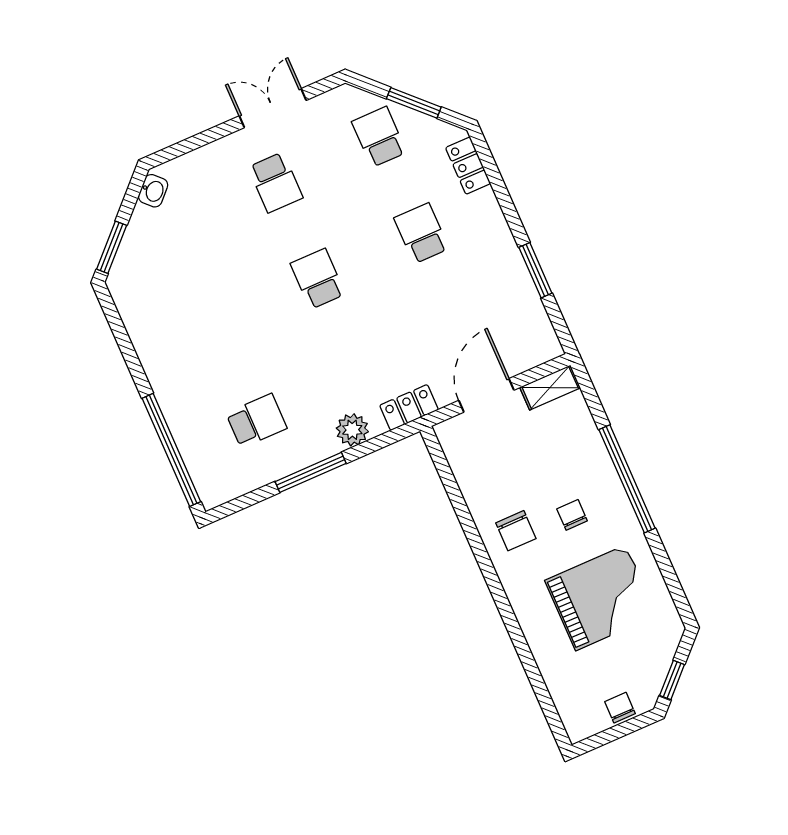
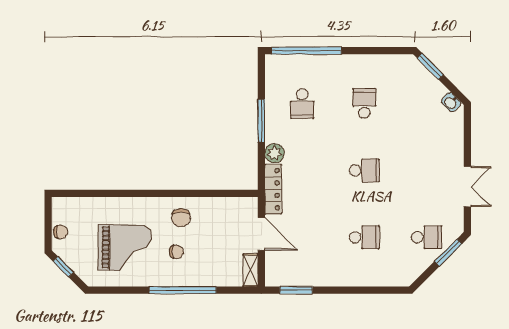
window: (414, 103) -> (448, 253), moved
locker: (468, 166) -> (390, 279), removed
school desk: (275, 182) -> (364, 104), moved, turned 90
window: (535, 270) -> (296, 290), moved
locker: (409, 408) -> (273, 189), width x1.53
chair: (516, 531) -> (181, 218), turned -90
grand piano: (601, 598) -> (125, 248), turned -89

